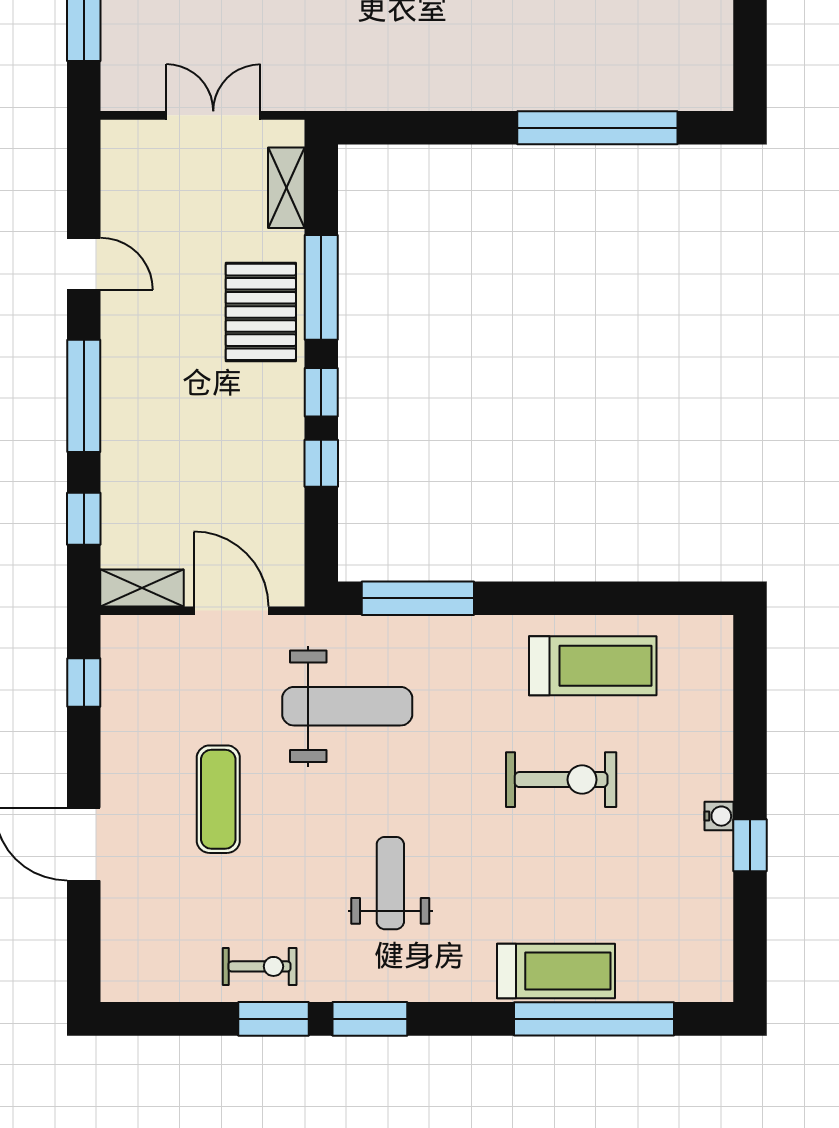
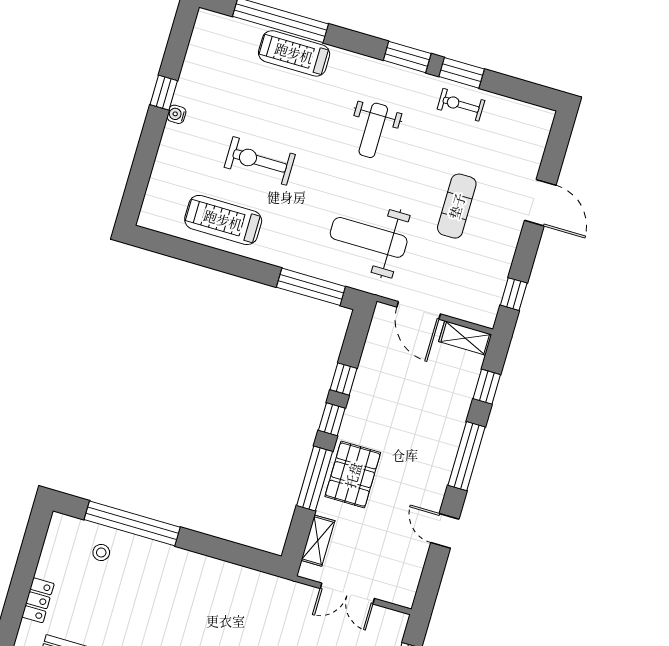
stool: (634, 66) -> (101, 552), added

